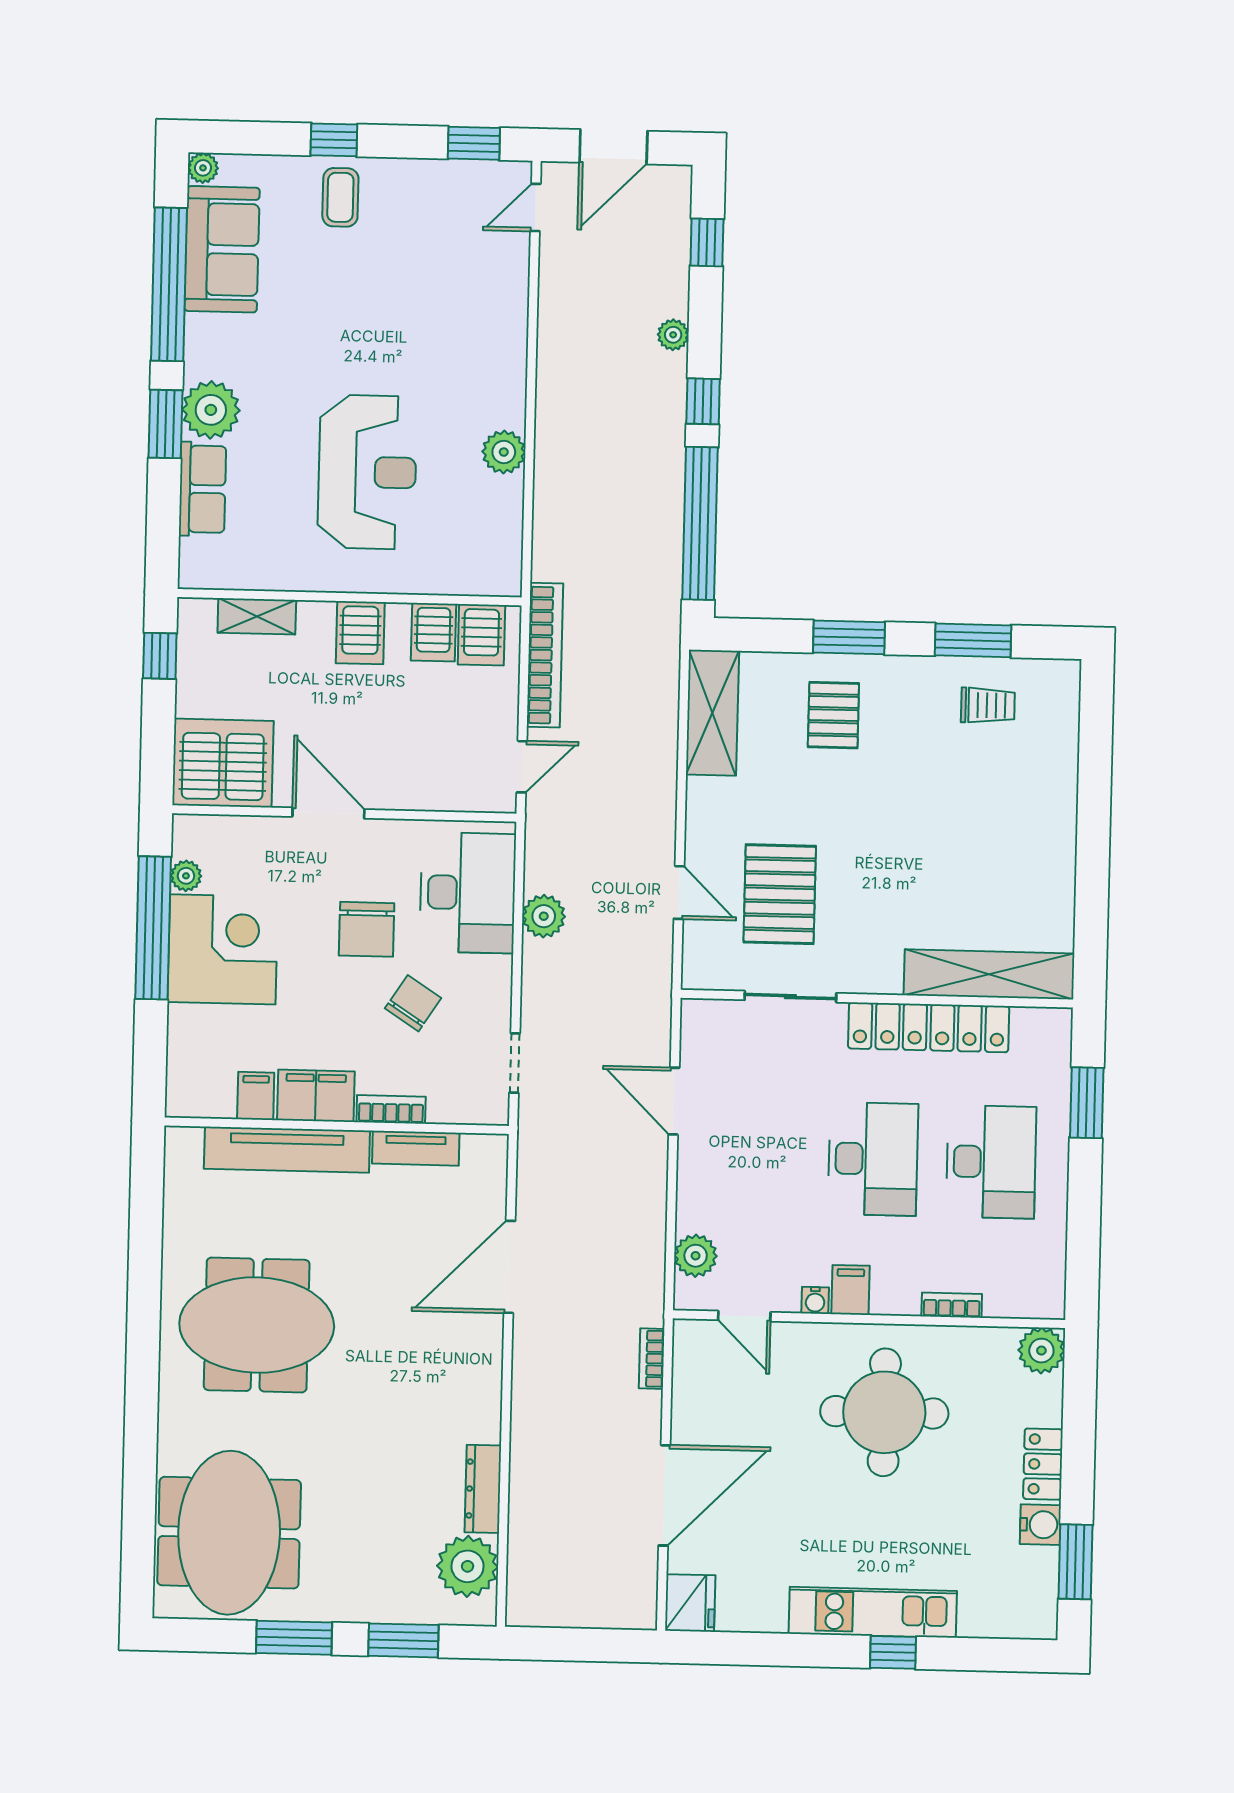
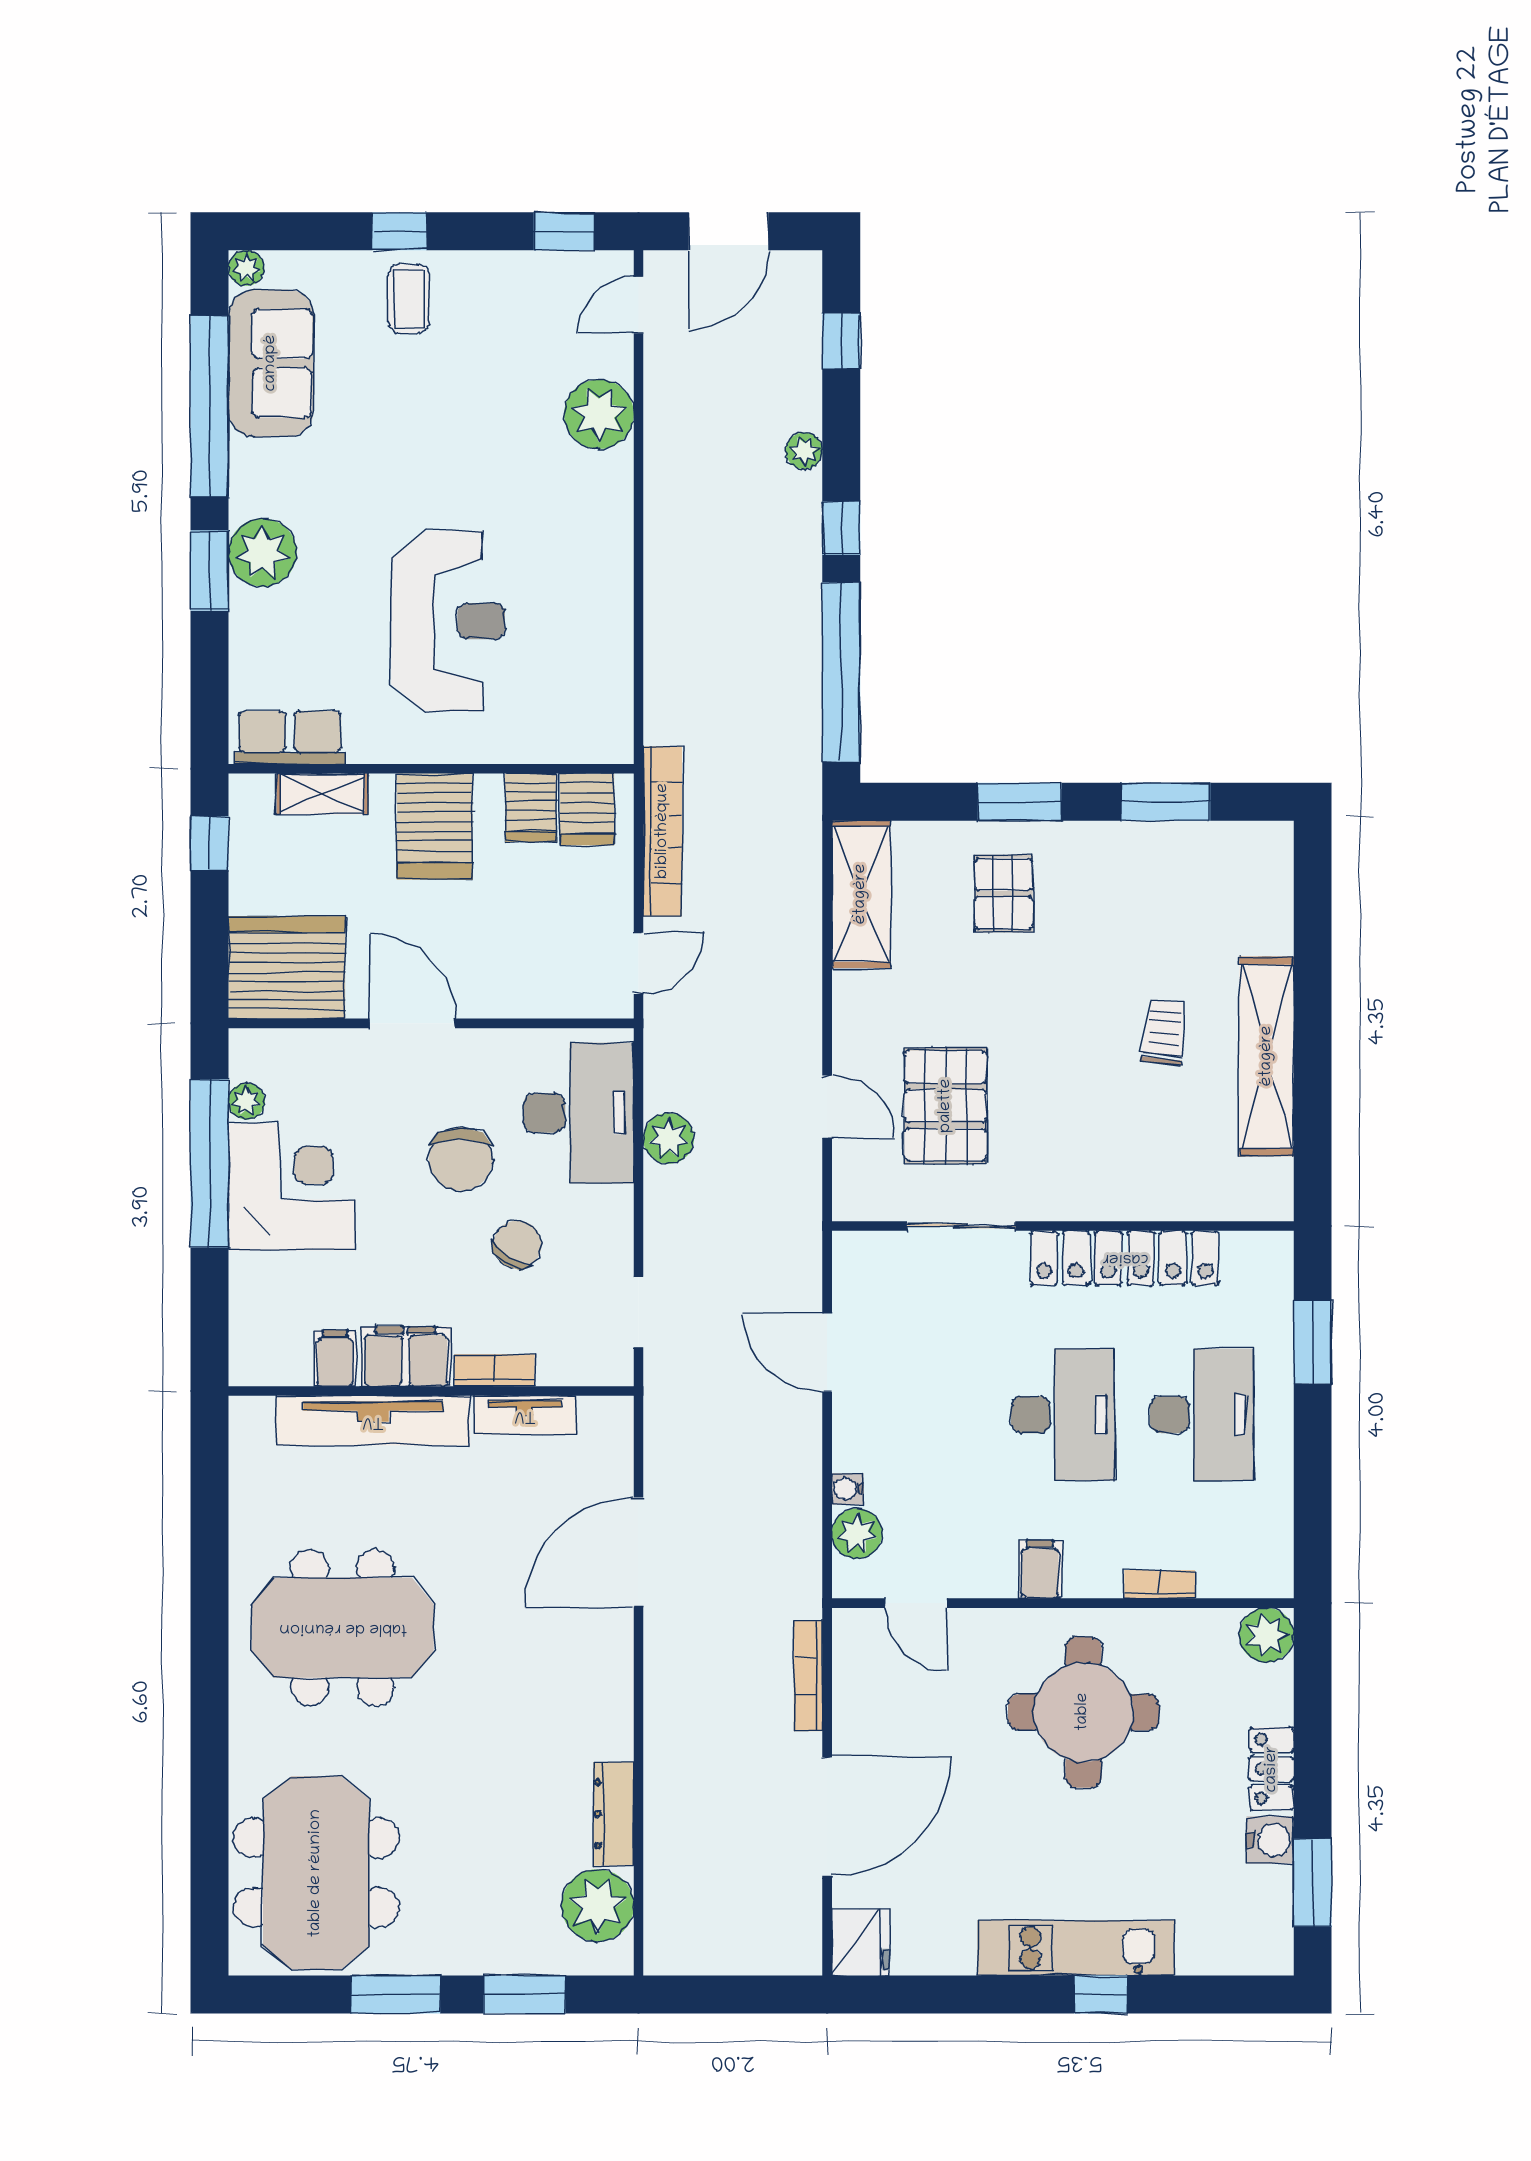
plant: (504, 452) -> (599, 414), moved, width x1.36, depth x1.36
row of seats: (203, 489) -> (290, 737), moved, turned -90
server rack: (360, 633) -> (435, 826), width x1.36, depth x1.44
trolley: (988, 705) -> (1164, 1032), moved, turned -84
shelving: (989, 974) -> (1267, 1056), moved, turned 90
water cooler: (815, 1300) -> (848, 1489), moved, turned 90
bookcase: (652, 1359) -> (808, 1676), width x1.56

